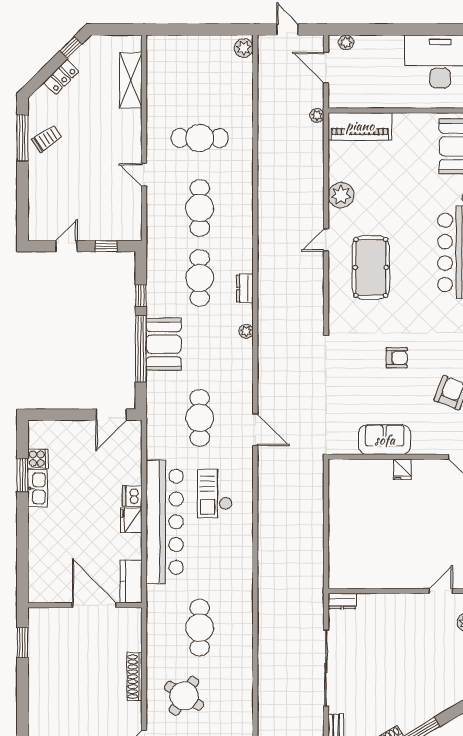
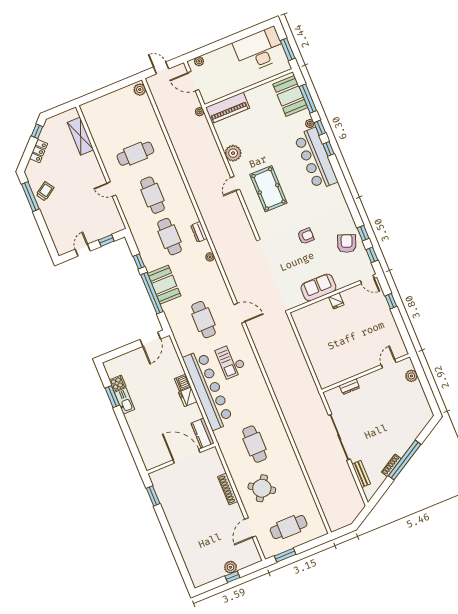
dresser: (342, 601) -> (350, 387), moved

